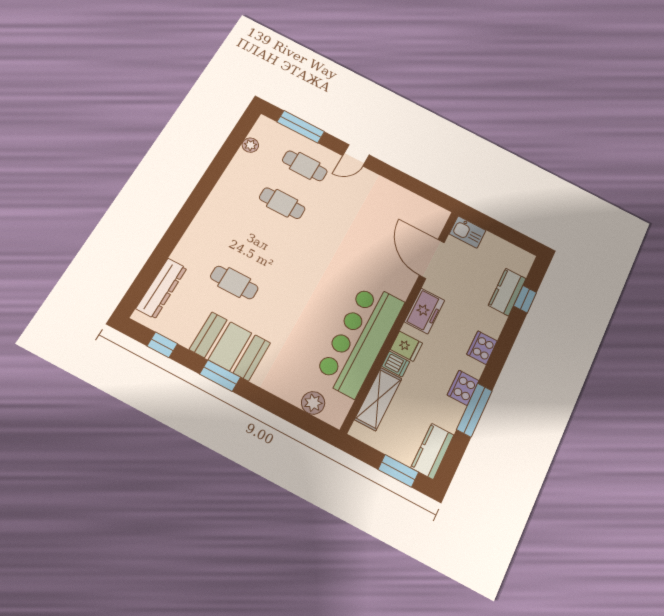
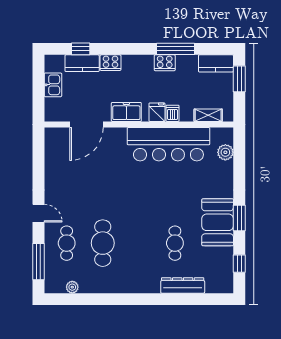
cafe table: (282, 203) -> (103, 243), width x1.37, depth x1.35
kitchen sink: (468, 232) -> (53, 85), moved
dresser: (161, 288) -> (183, 285), moved
cooker: (482, 348) -> (111, 63), moved
shelving: (378, 399) -> (208, 115), width x0.67, depth x0.75

